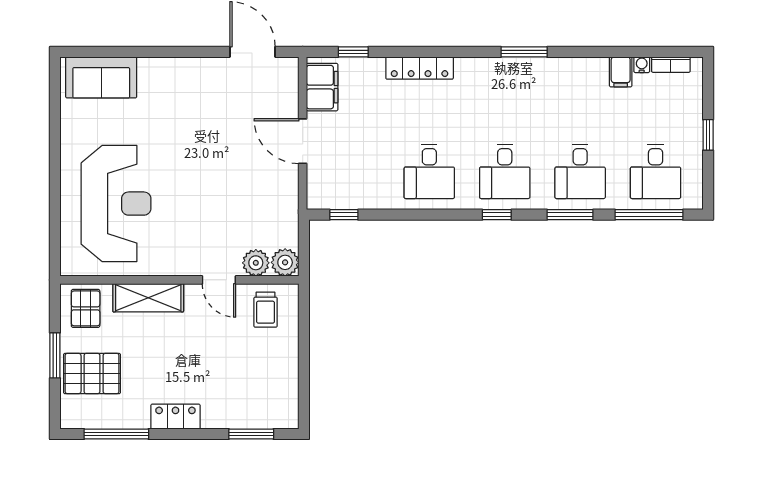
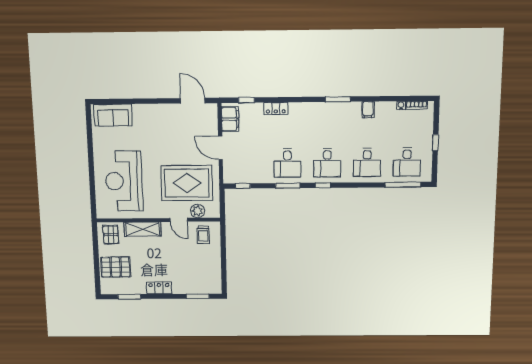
locker: (420, 68) -> (276, 108), width x0.66
filing cabinet: (621, 72) -> (368, 110), moved
reception desk: (116, 204) -> (124, 181), turned 180
rug: (237, 208) -> (187, 183), added
window: (570, 215) -> (288, 186), moved
plant: (285, 262) -> (213, 211), removed
window: (55, 355) -> (96, 258), removed
window: (116, 434) -> (129, 297), width x0.69

